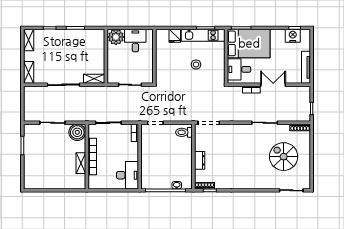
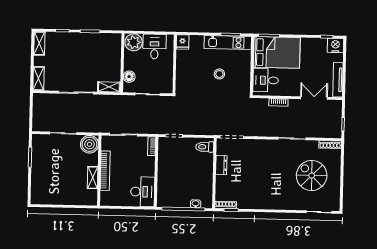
fridge: (175, 36) -> (183, 42), moved
nightstand: (293, 36) -> (335, 45), moved
floor lamp: (112, 69) -> (129, 77), added
double door: (273, 85) -> (314, 98), moved
dresser: (200, 160) -> (221, 165), moved

